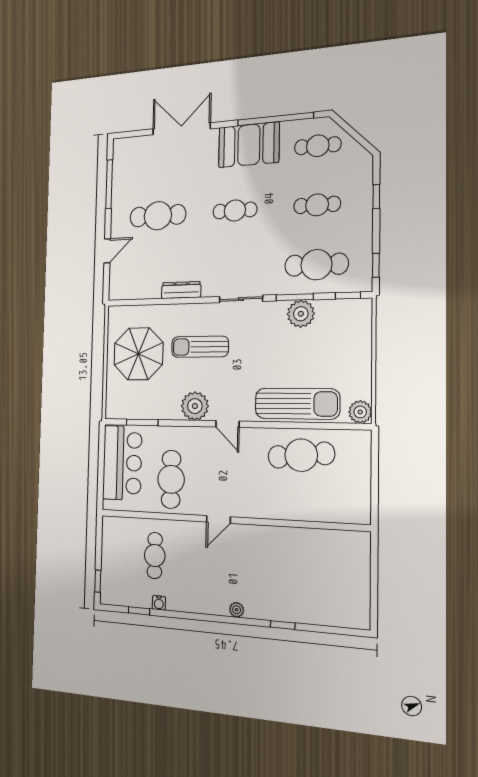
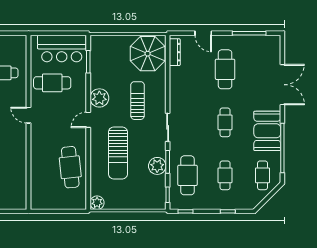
dresser: (181, 290) -> (175, 52), moved
parasol: (138, 354) -> (148, 54), moved
sun lounger: (297, 404) -> (118, 153), moved

